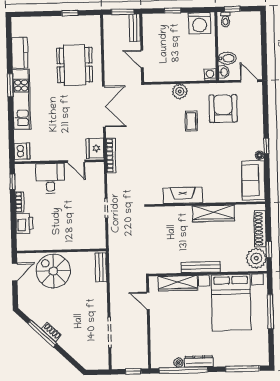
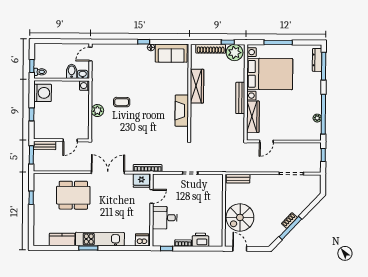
armchair: (223, 109) -> (112, 76), removed
dresser: (199, 362) -> (317, 60), moved

